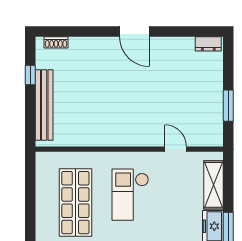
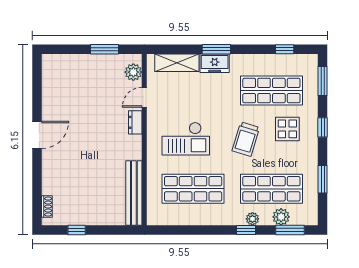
dresser: (208, 44) -> (135, 122), moved, turned 180
bench: (44, 105) -> (134, 193), moved, turned 90
plant: (203, 137) -> (133, 72), added

